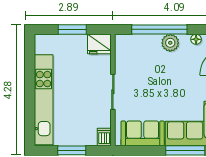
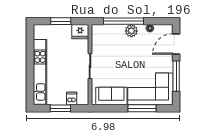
dishwasher: (104, 137) -> (72, 99), moved

